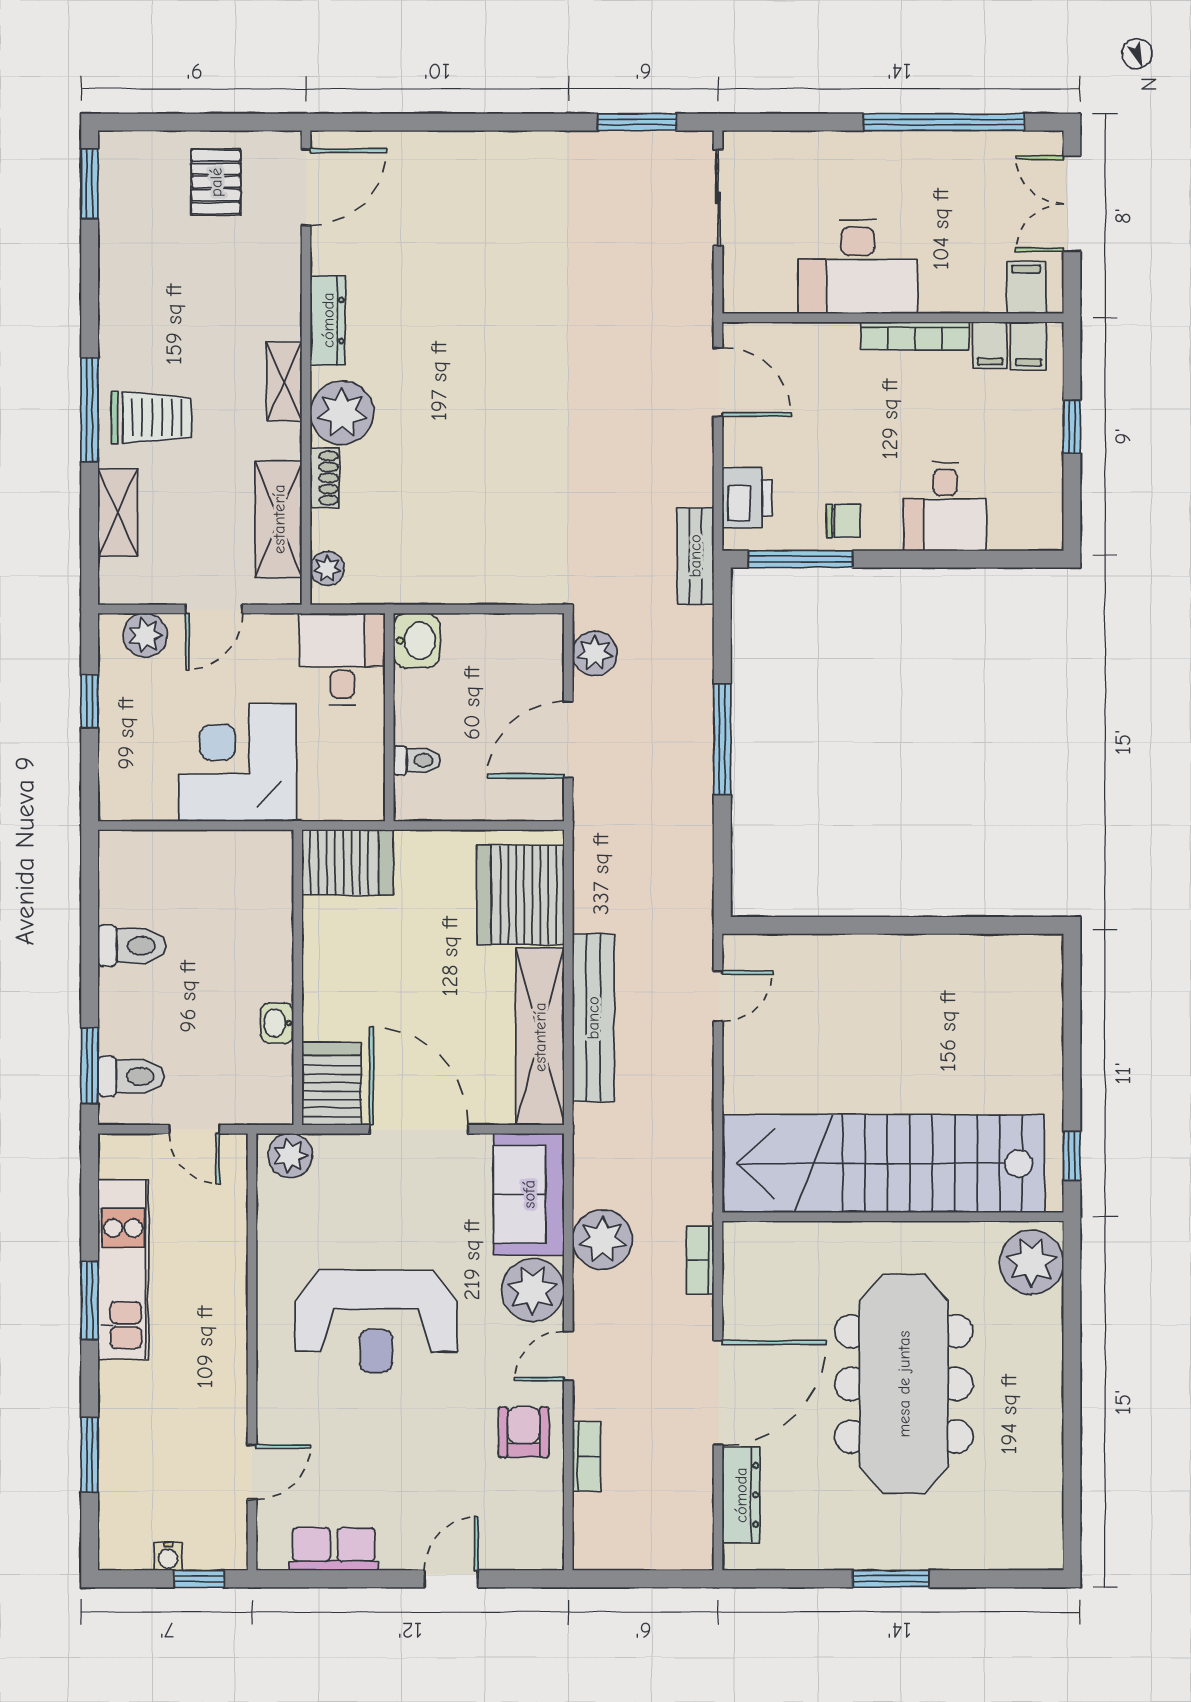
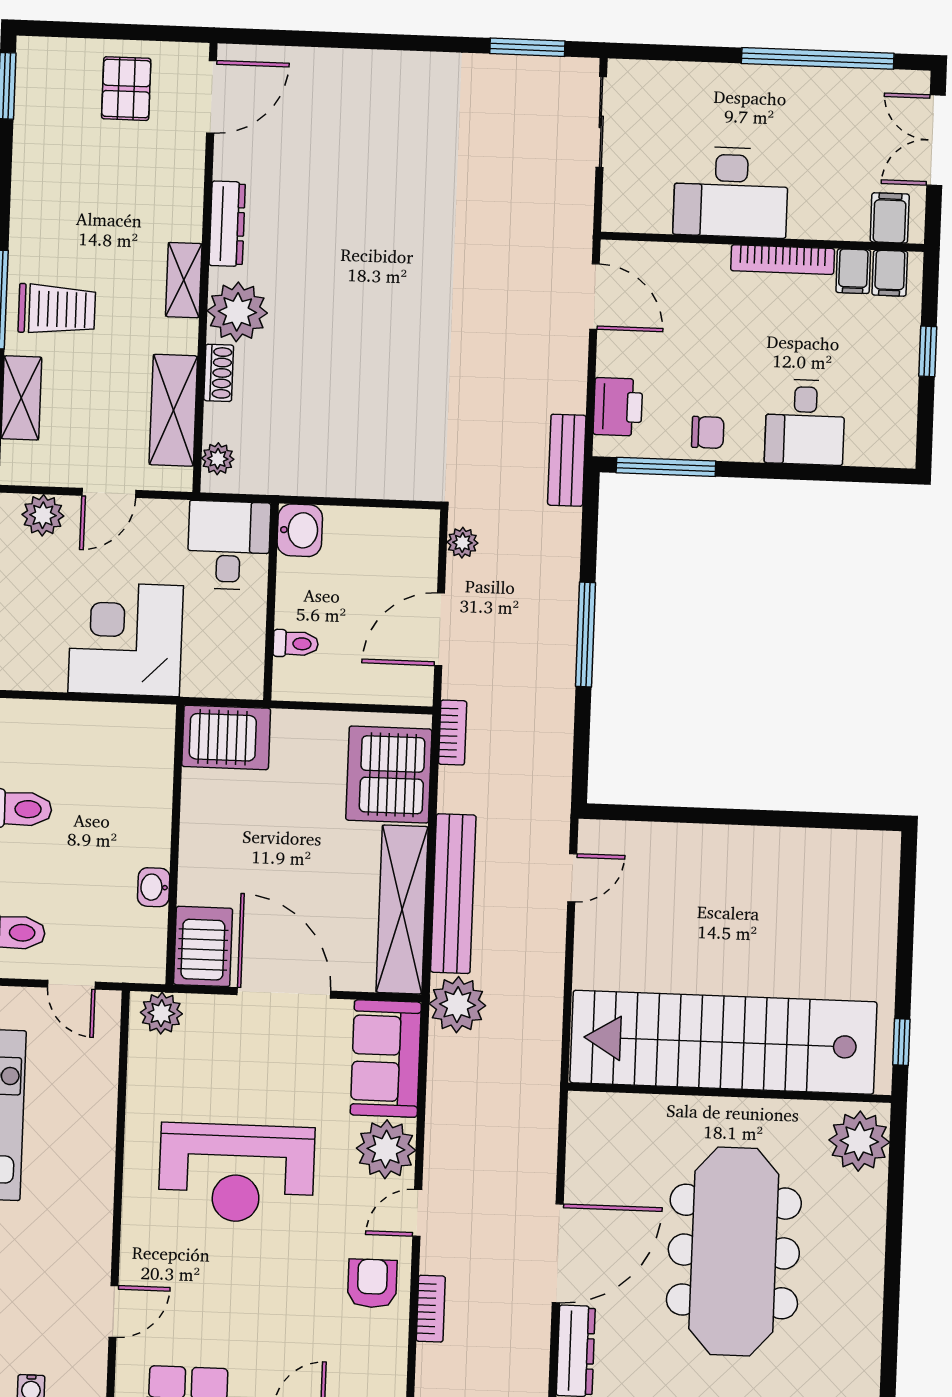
plant: (595, 653) -> (462, 543), width x0.73, depth x0.73
plant: (602, 1240) -> (457, 1005), moved
bookcase: (700, 1260) -> (453, 733), moved, turned 180

